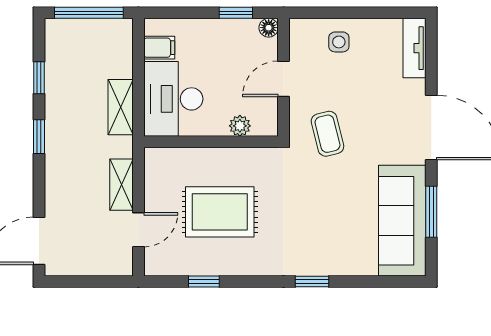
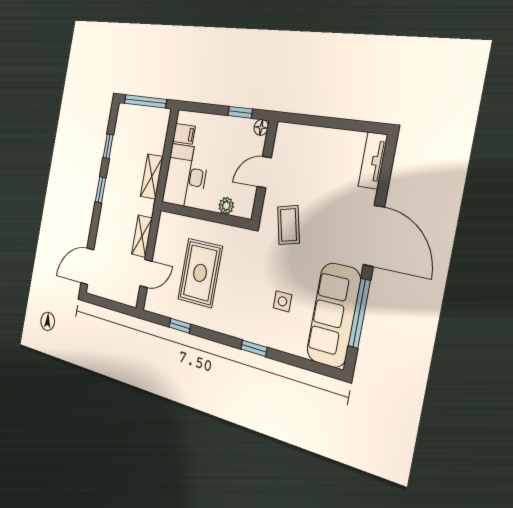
side table: (339, 42) -> (282, 301), moved
rug: (220, 212) -> (200, 273), turned 90
window: (431, 212) -> (359, 313), width x1.44

